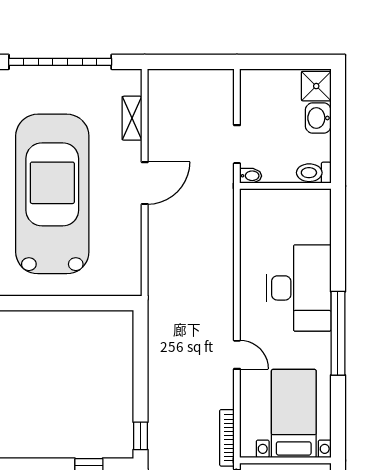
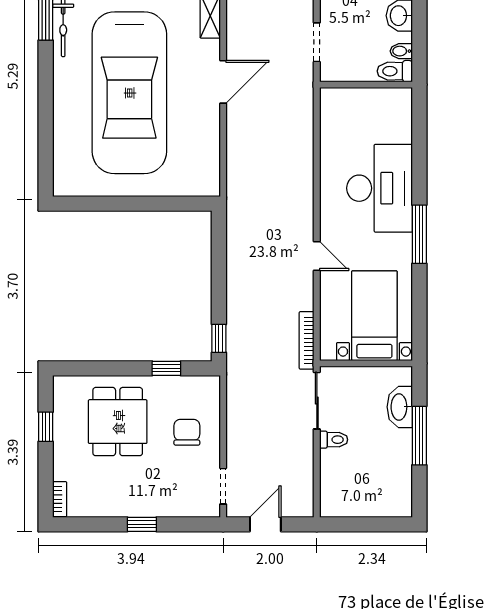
bidet: (251, 176) -> (401, 51), moved, turned 180
car: (52, 194) -> (129, 93), turned 180
window: (338, 333) -> (419, 234), width x0.68

